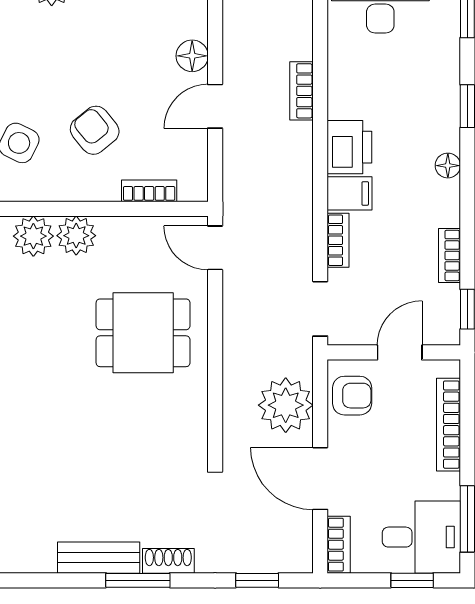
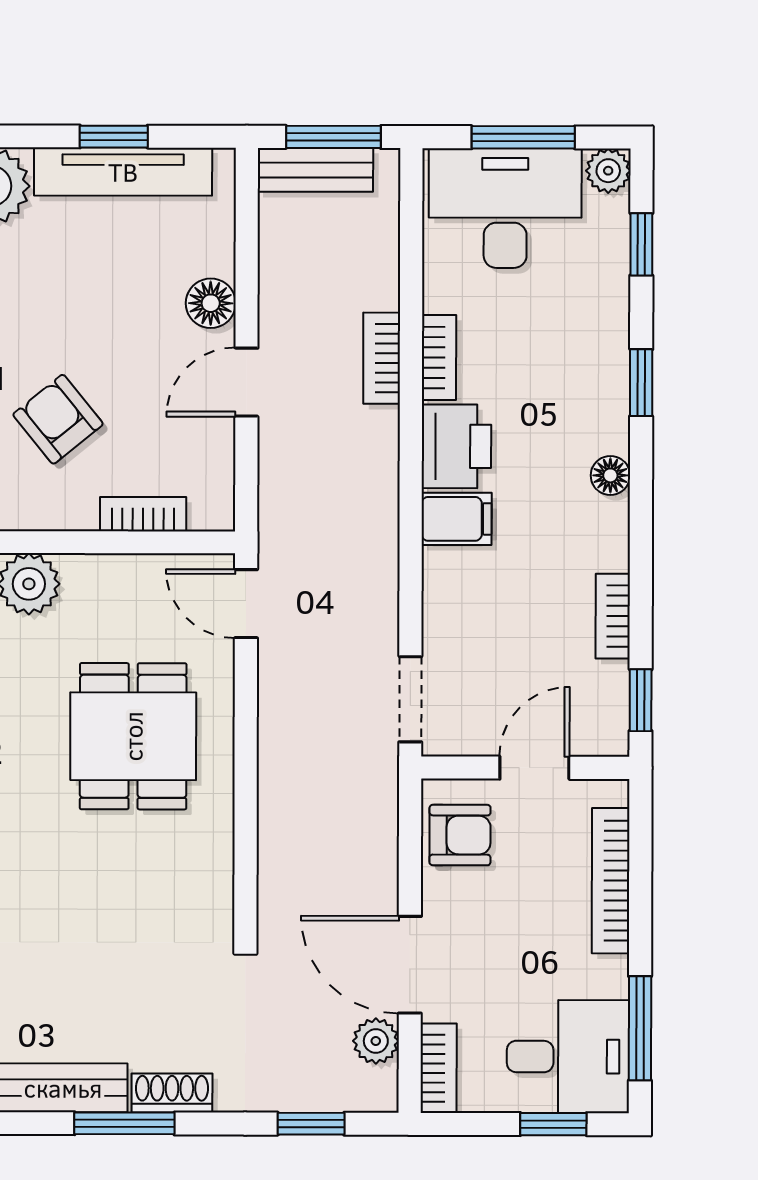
bookcase: (338, 240) -> (439, 357), moved
dining table: (143, 333) -> (133, 736), turned 90
plant: (286, 405) -> (376, 1041), moved, width x0.53, depth x0.53

